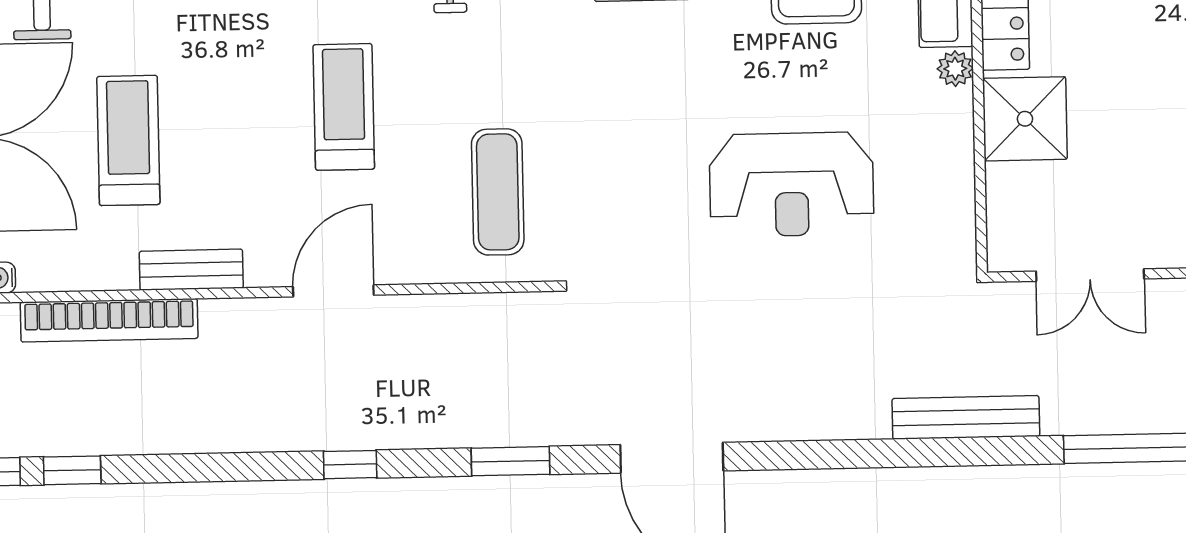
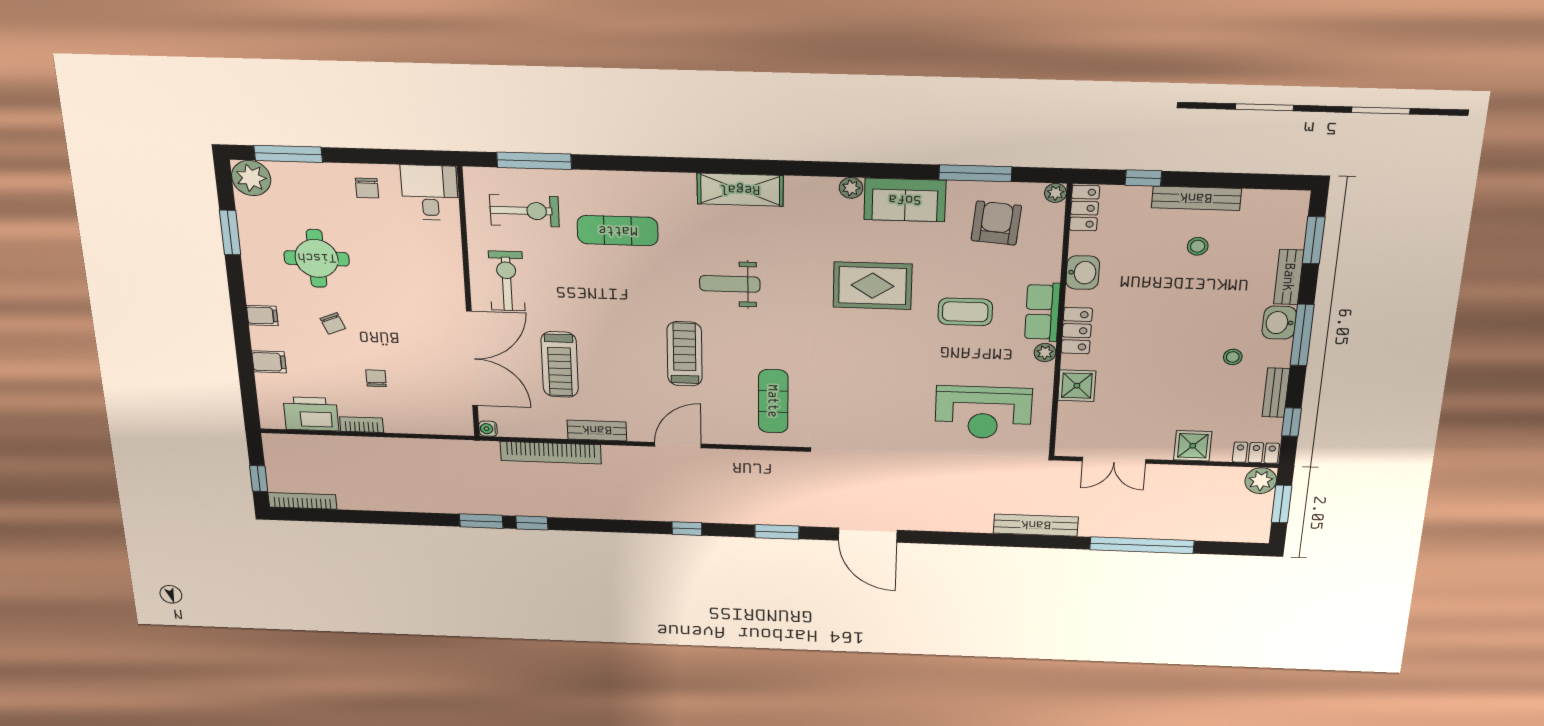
shower: (1025, 119) -> (1077, 386), width x0.73, depth x0.73
treadmill: (128, 140) -> (560, 364), turned 180
reception desk: (791, 184) -> (983, 413), moved

